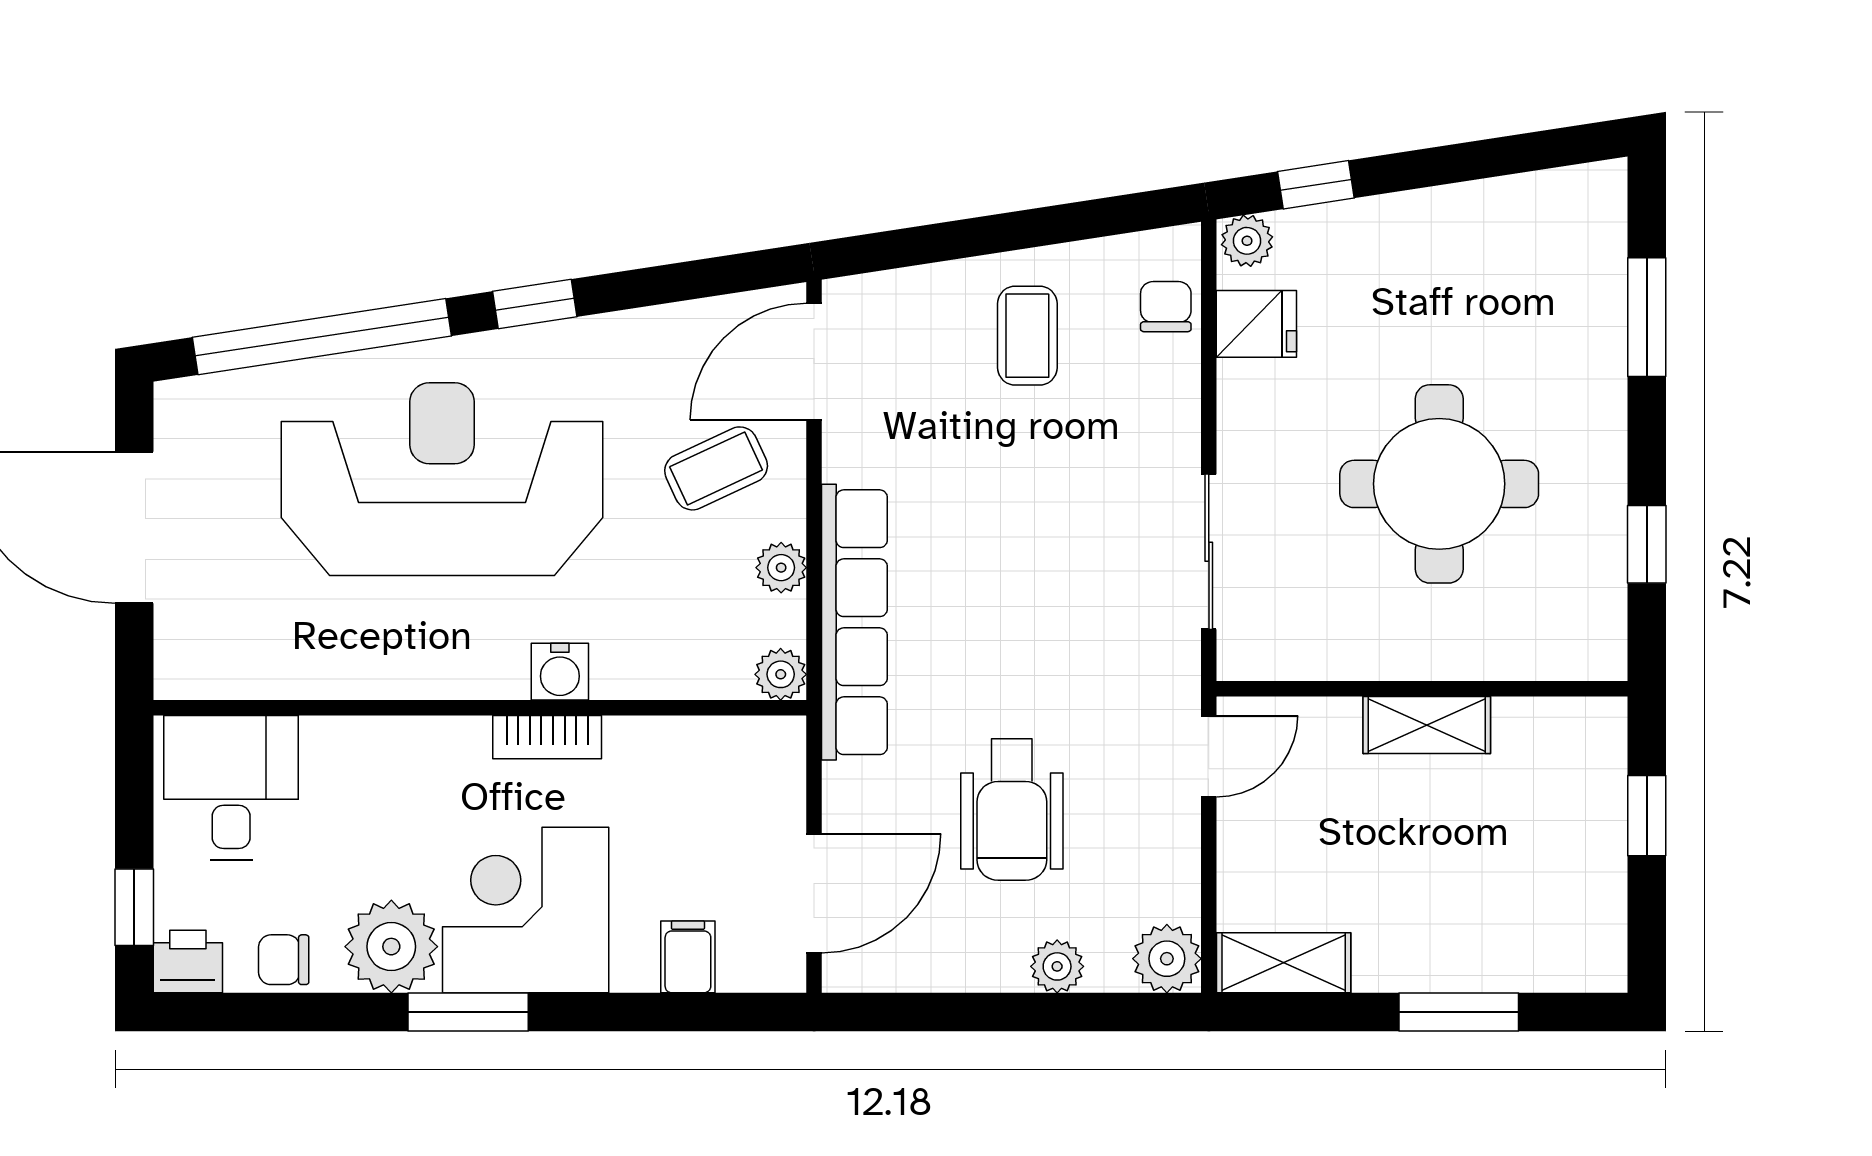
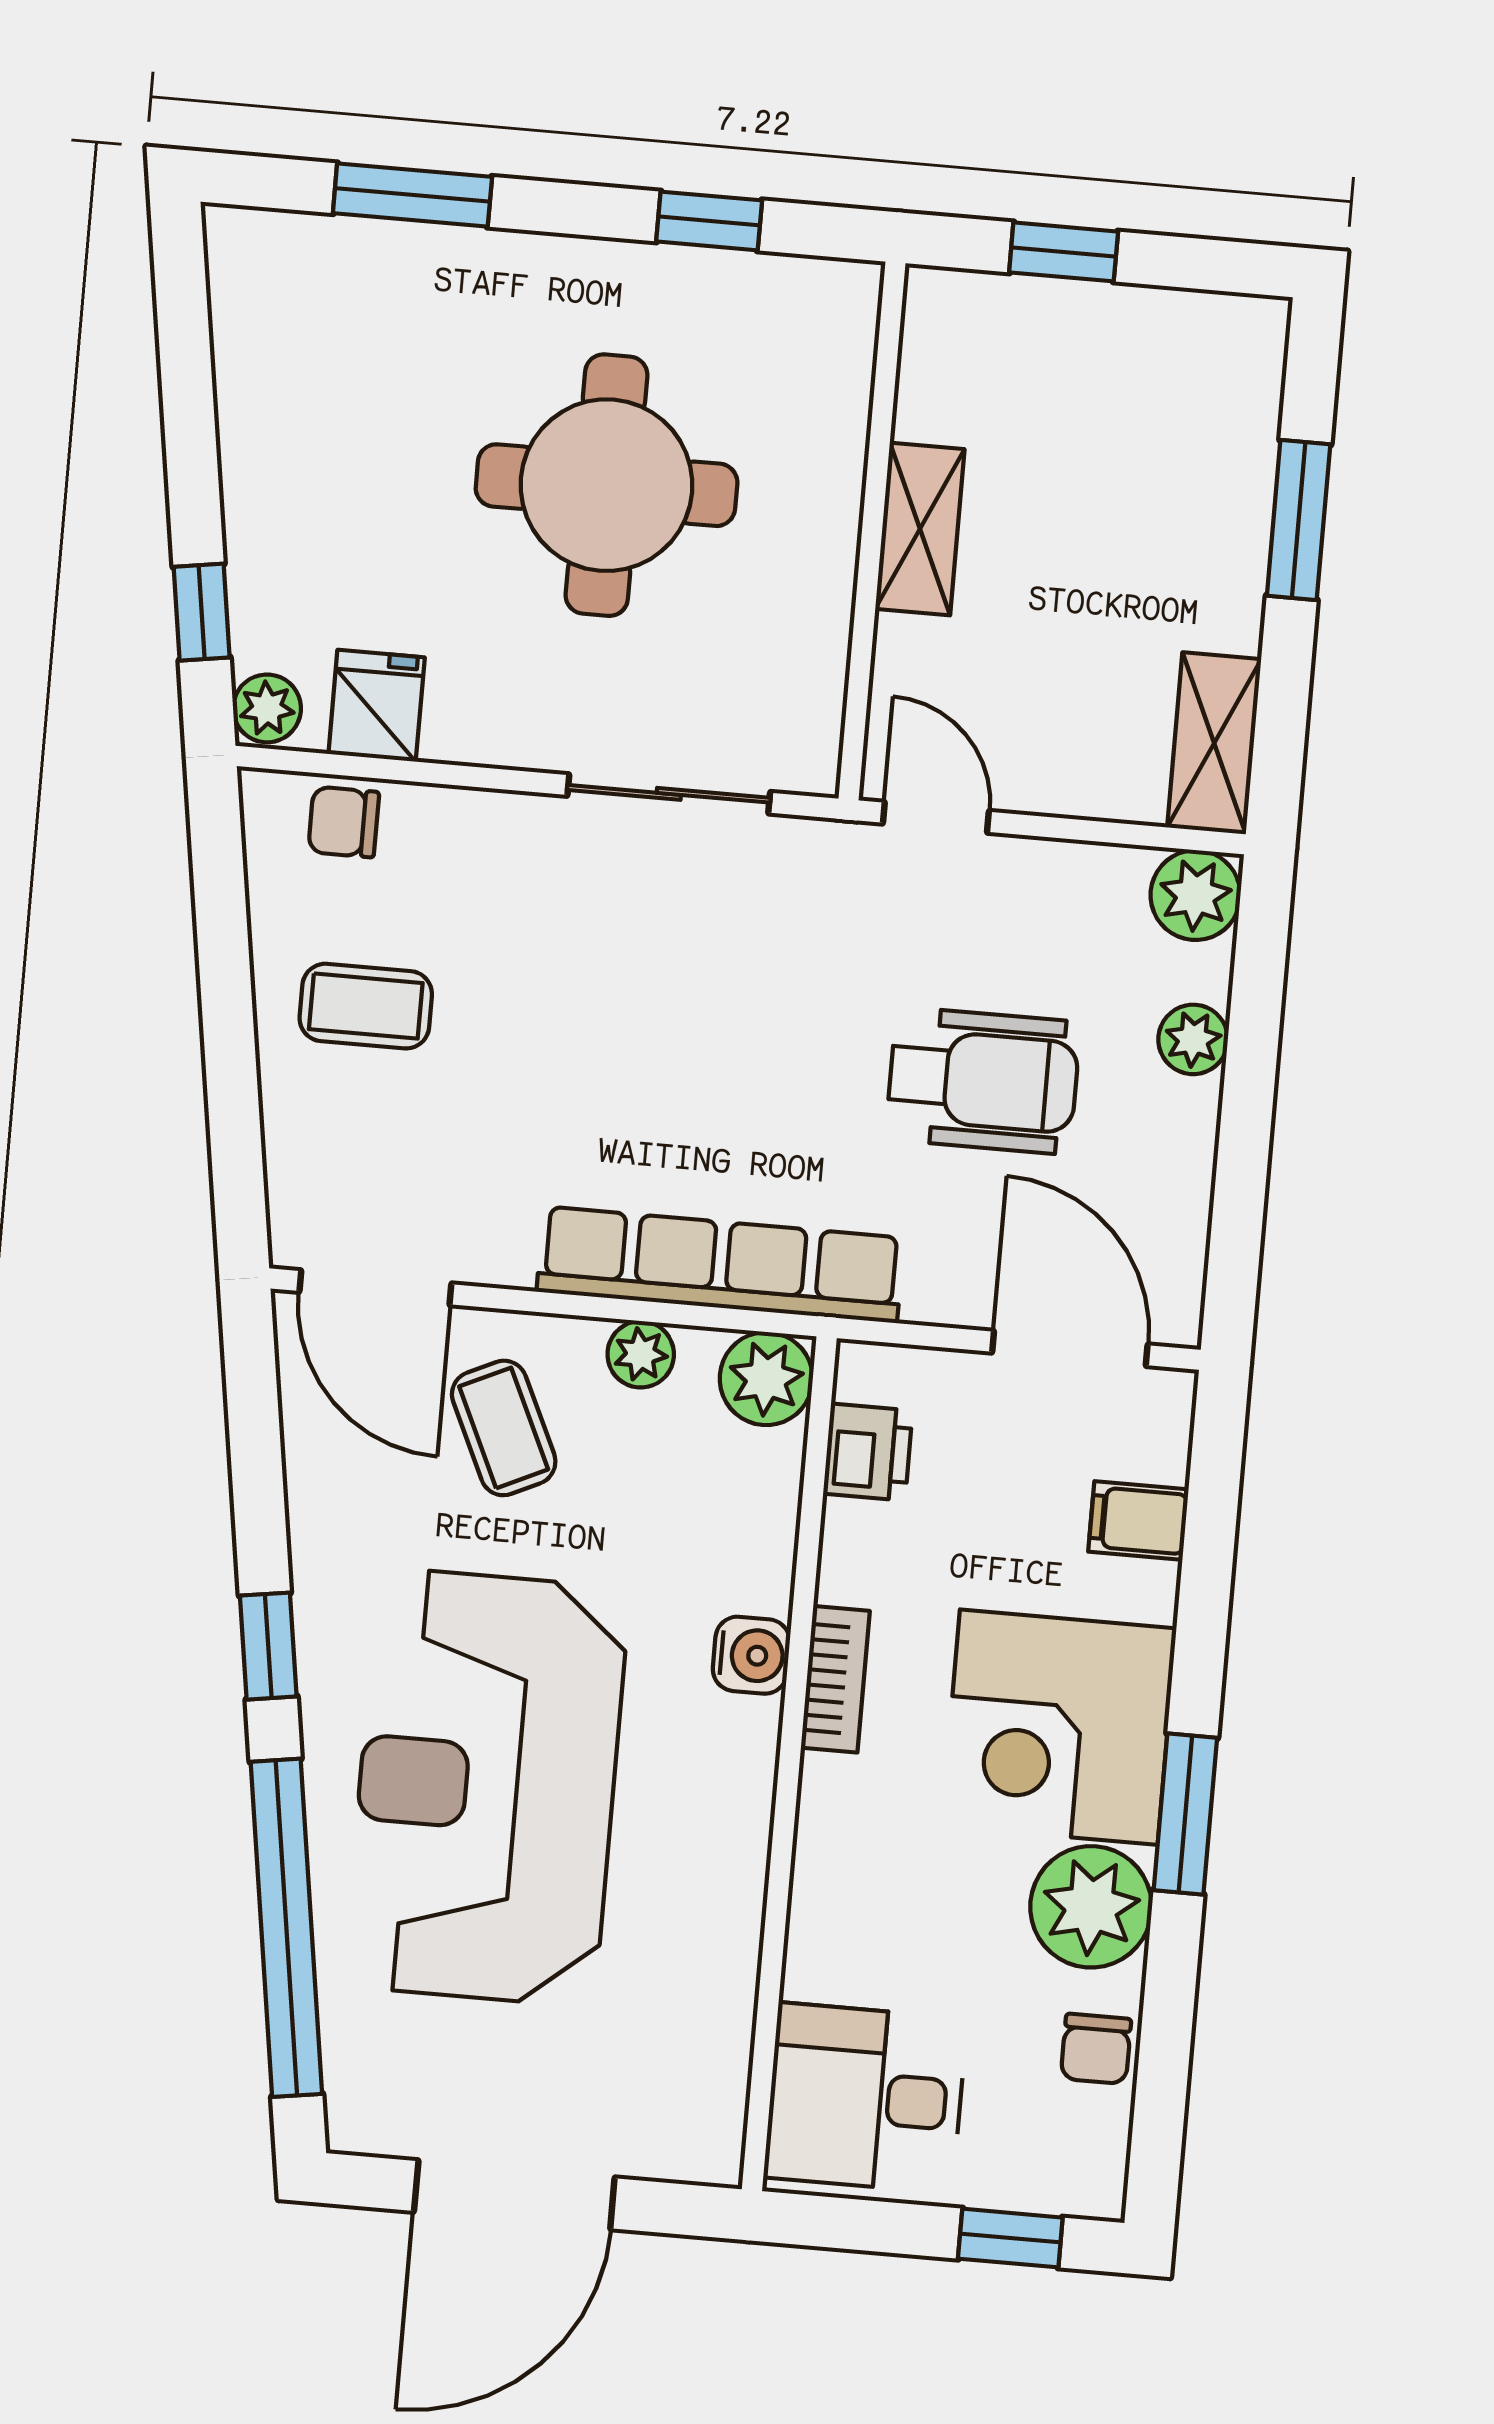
plant: (781, 674) -> (766, 1379), width x1.38, depth x1.38
printer: (188, 962) -> (868, 1452), moved, turned 180

